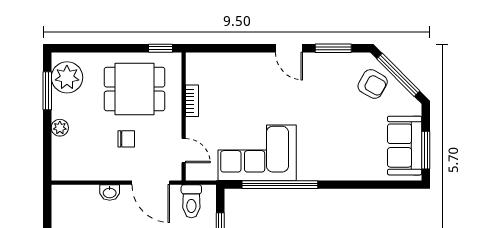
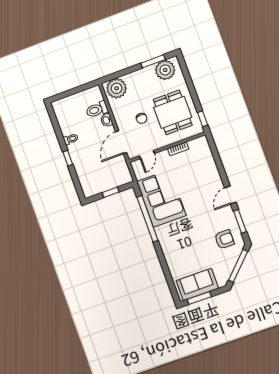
armchair: (373, 84) -> (224, 239), moved, turned -119
plant: (60, 128) -> (117, 88), moved, width x1.87, depth x1.87
toilet: (191, 201) -> (97, 110), moved

